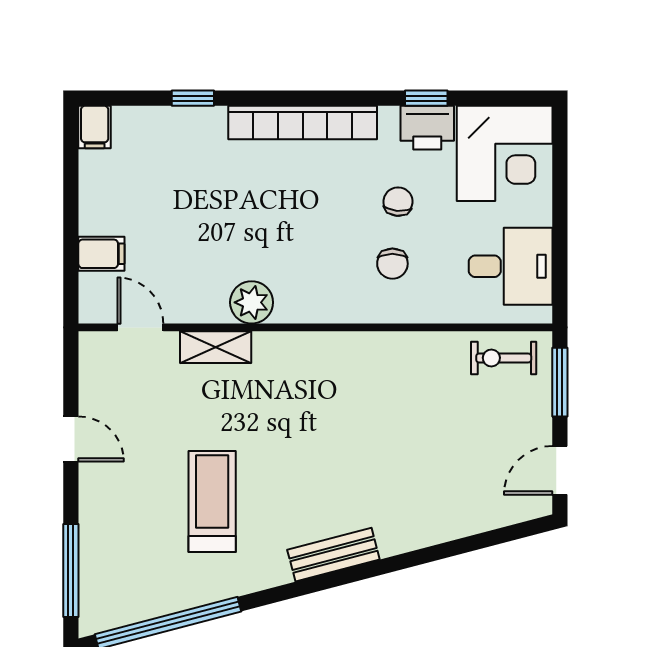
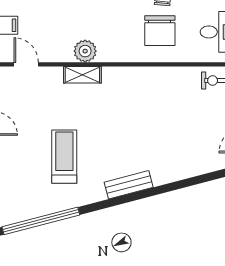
chair: (392, 264) -> (160, 31), width x1.87, depth x1.87
shelving: (216, 347) -> (82, 75), moved

